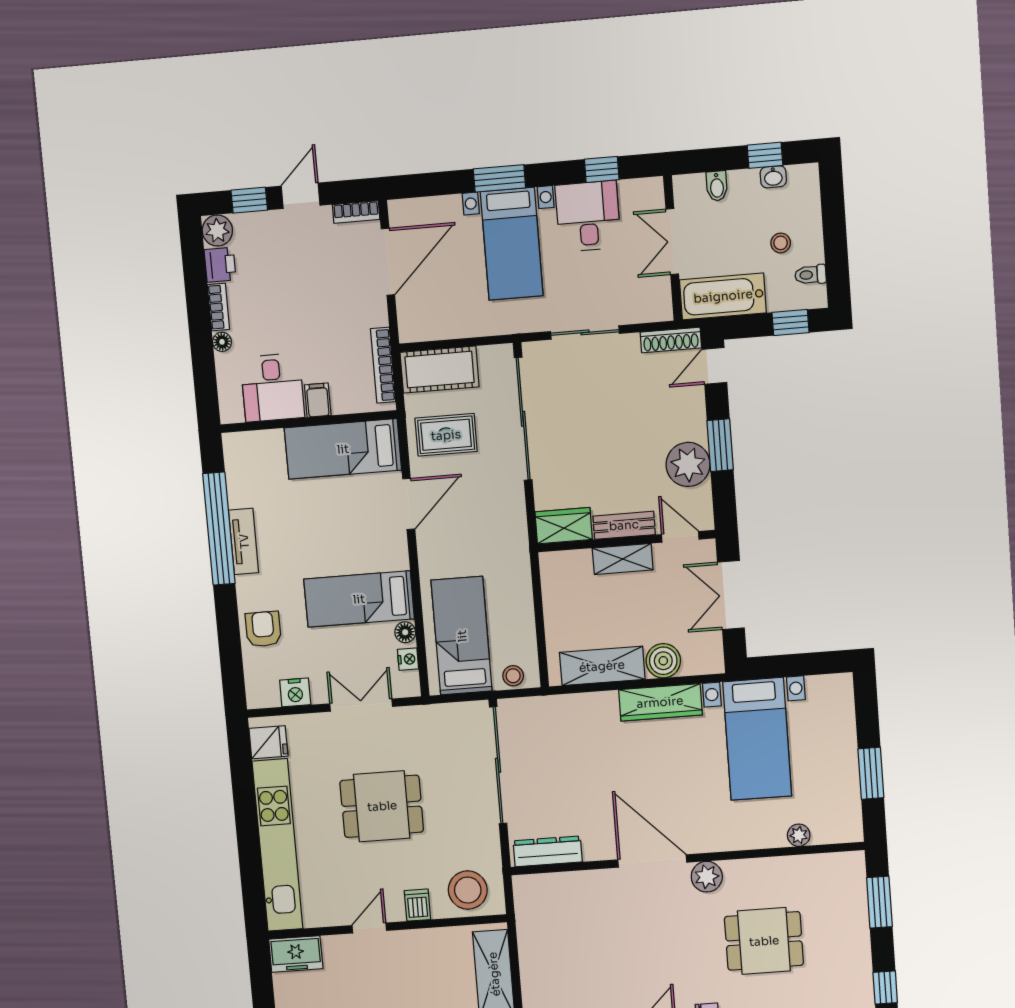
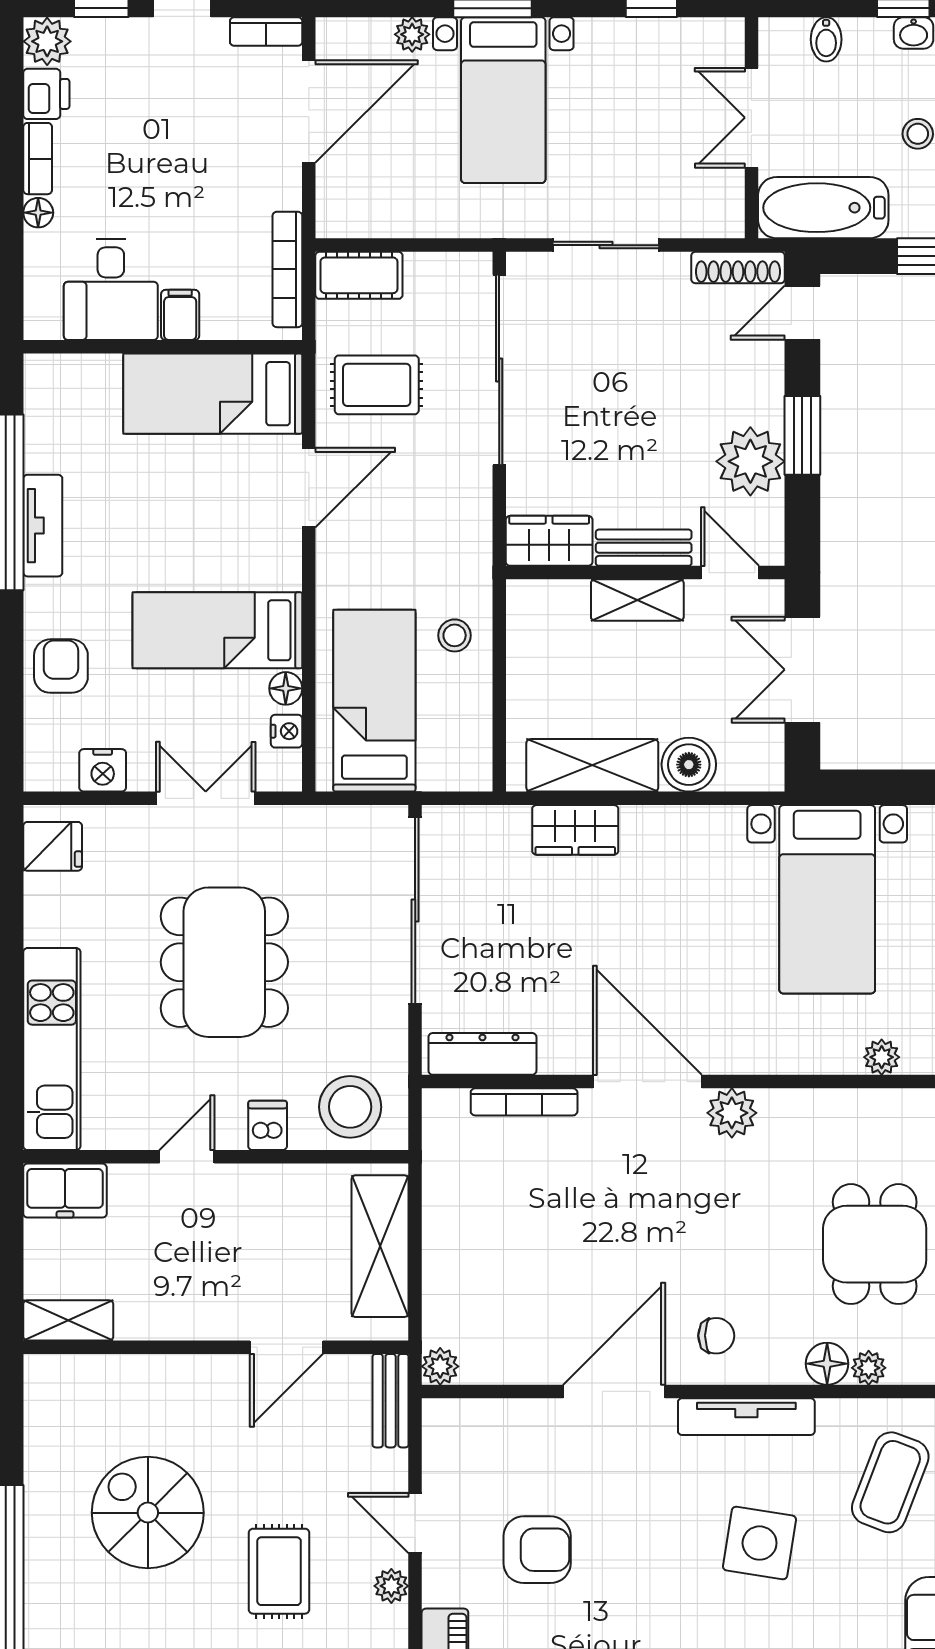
plant: (450, 206) -> (412, 34), added
desk: (588, 216) -> (625, 68), removed
cot: (440, 370) -> (359, 275), width x0.73, depth x0.75
stool: (513, 676) -> (455, 635), moved
wardrobe: (660, 702) -> (575, 830), moved, width x0.67
dining table: (382, 806) -> (224, 962), width x1.38
kitchen unit: (278, 845) -> (52, 1049), width x0.73
bookcase: (576, 879) -> (524, 1102), added
dining table: (764, 941) -> (875, 1244), moved, turned 90

